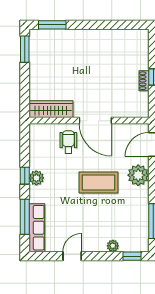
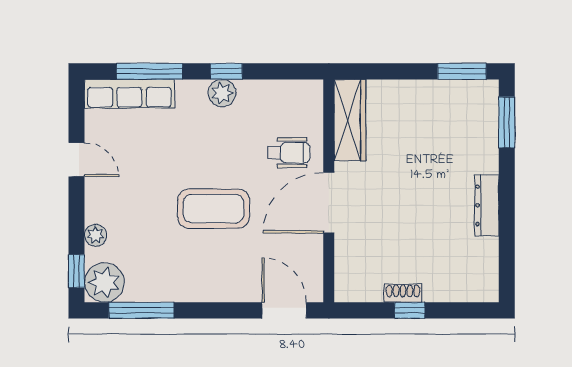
dresser: (97, 36) -> (487, 205), added
plant: (138, 175) -> (104, 282), moved
coffee table: (99, 182) -> (214, 209), turned 90

